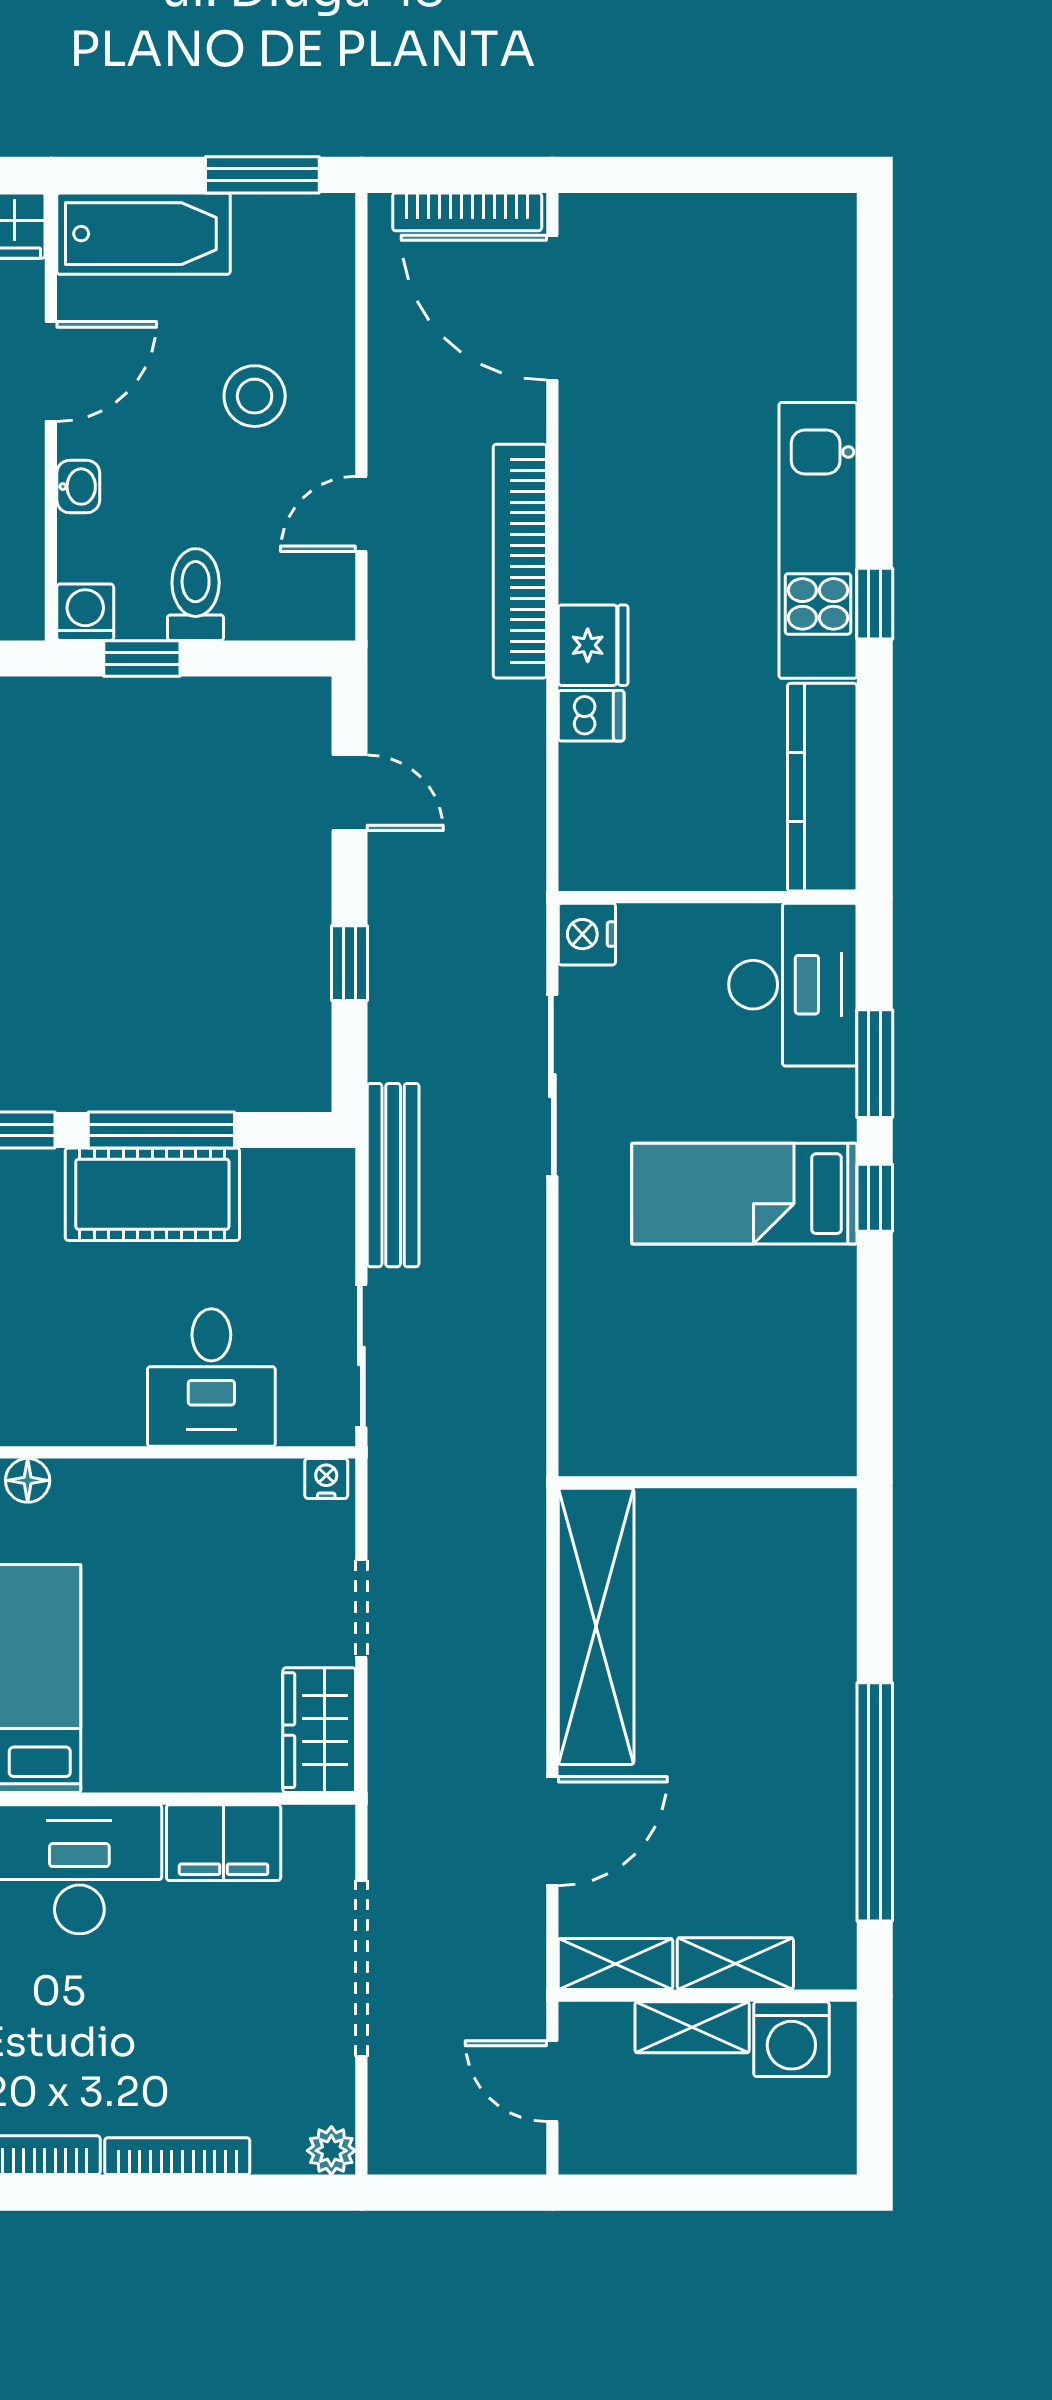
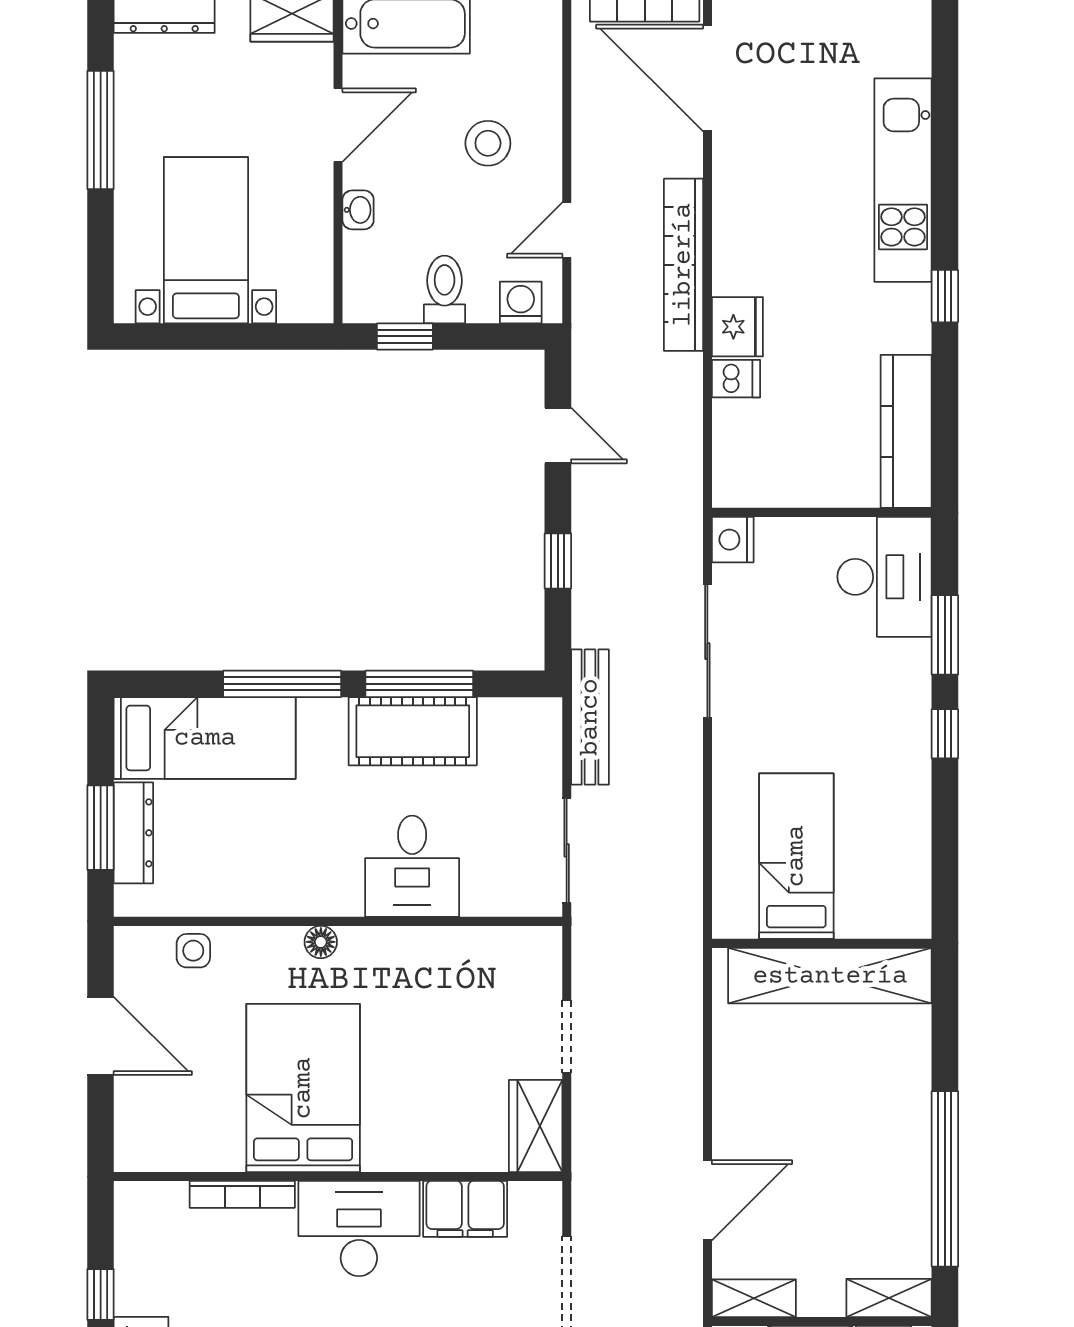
kitchen unit: (818, 540) -> (903, 180), moved
washing machine: (85, 612) -> (521, 302), moved
bed: (744, 1194) -> (796, 856), moved, turned 90
desk: (211, 1378) -> (412, 866), moved
nightstand: (326, 1478) -> (541, 941), removed
shelving: (596, 1626) -> (830, 976), moved, turned 90
shelving: (735, 1964) -> (889, 1298), moved

